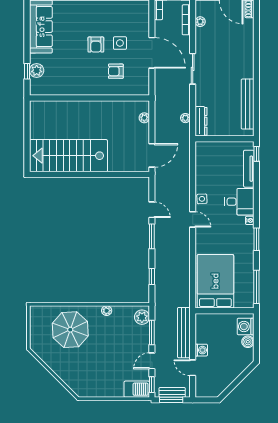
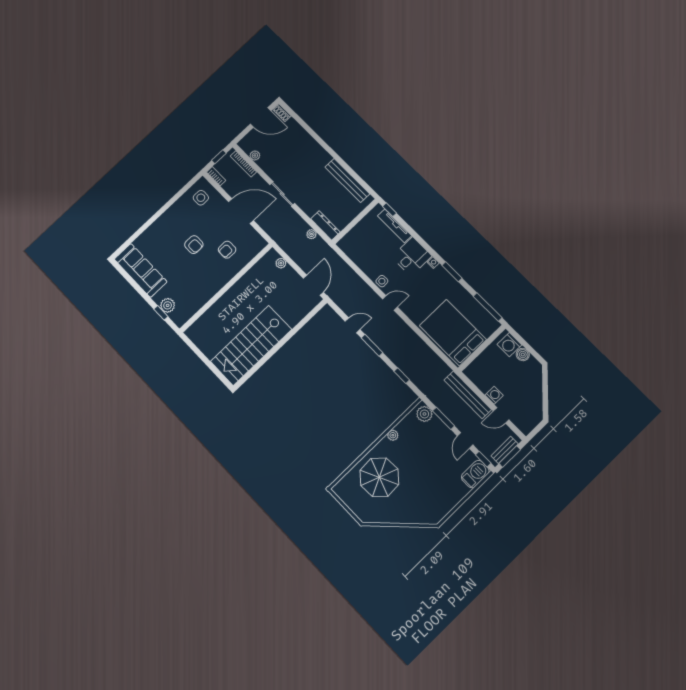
side table: (120, 43) -> (201, 198), moved

